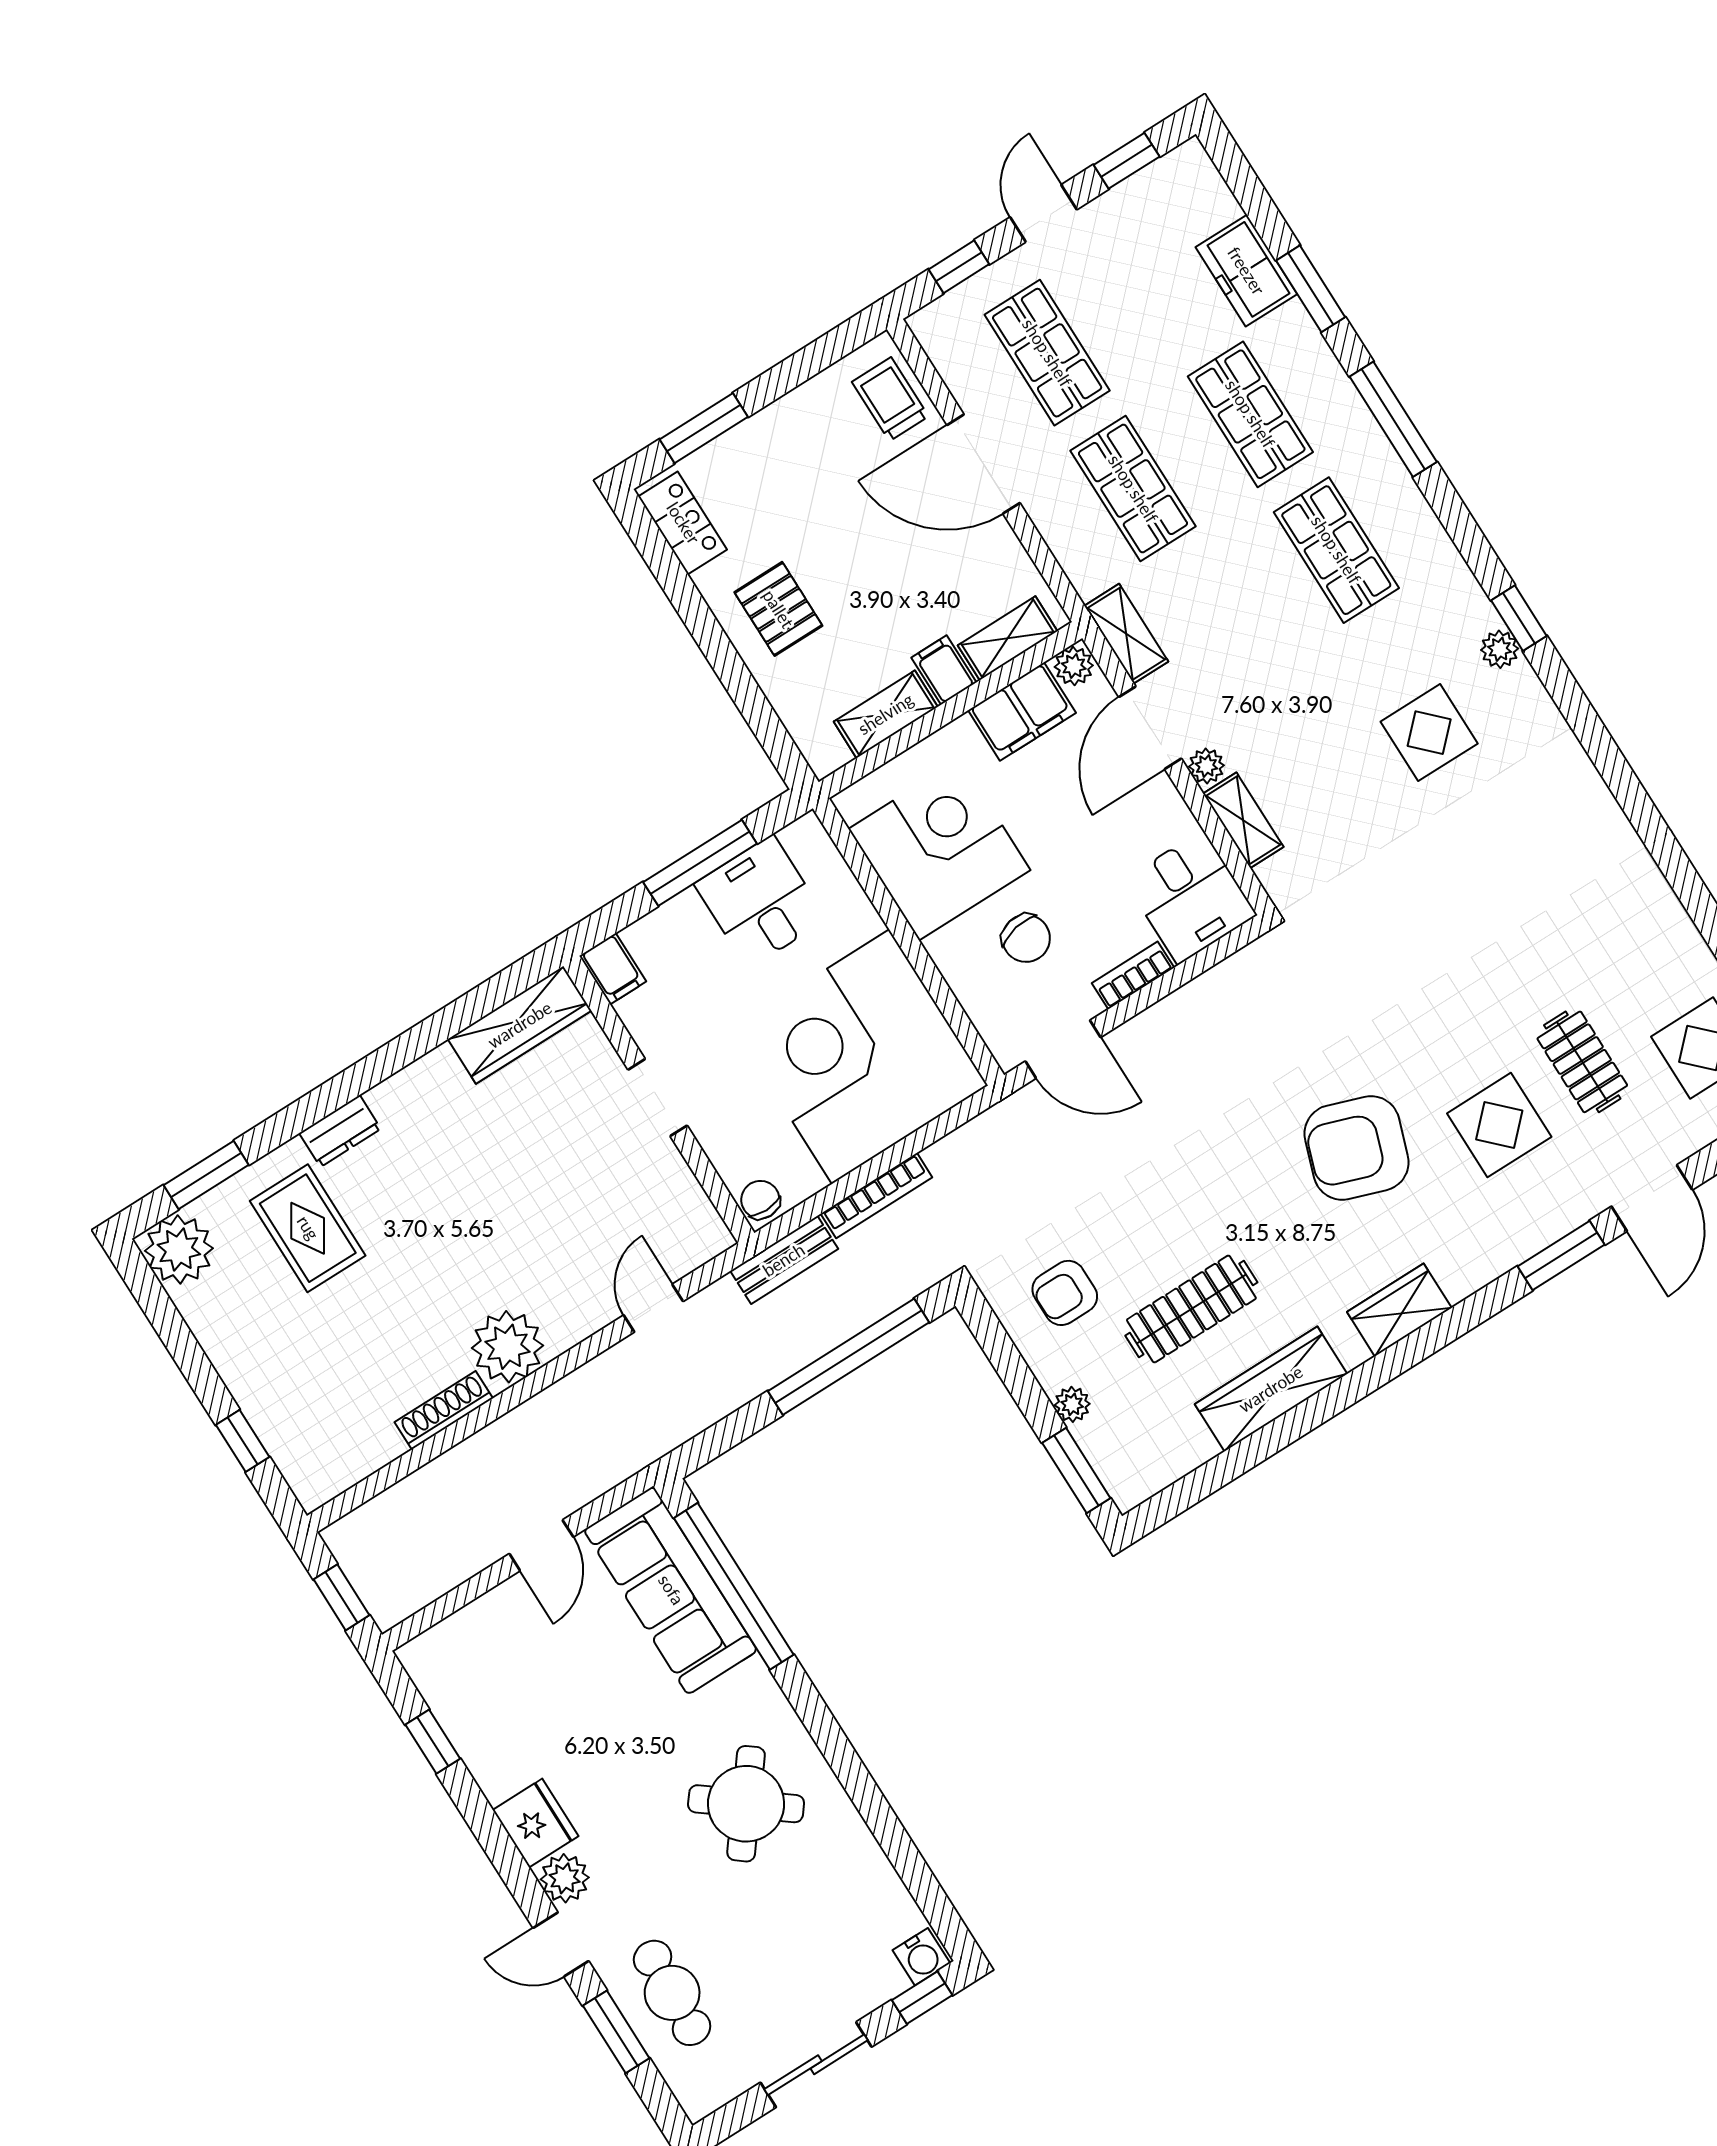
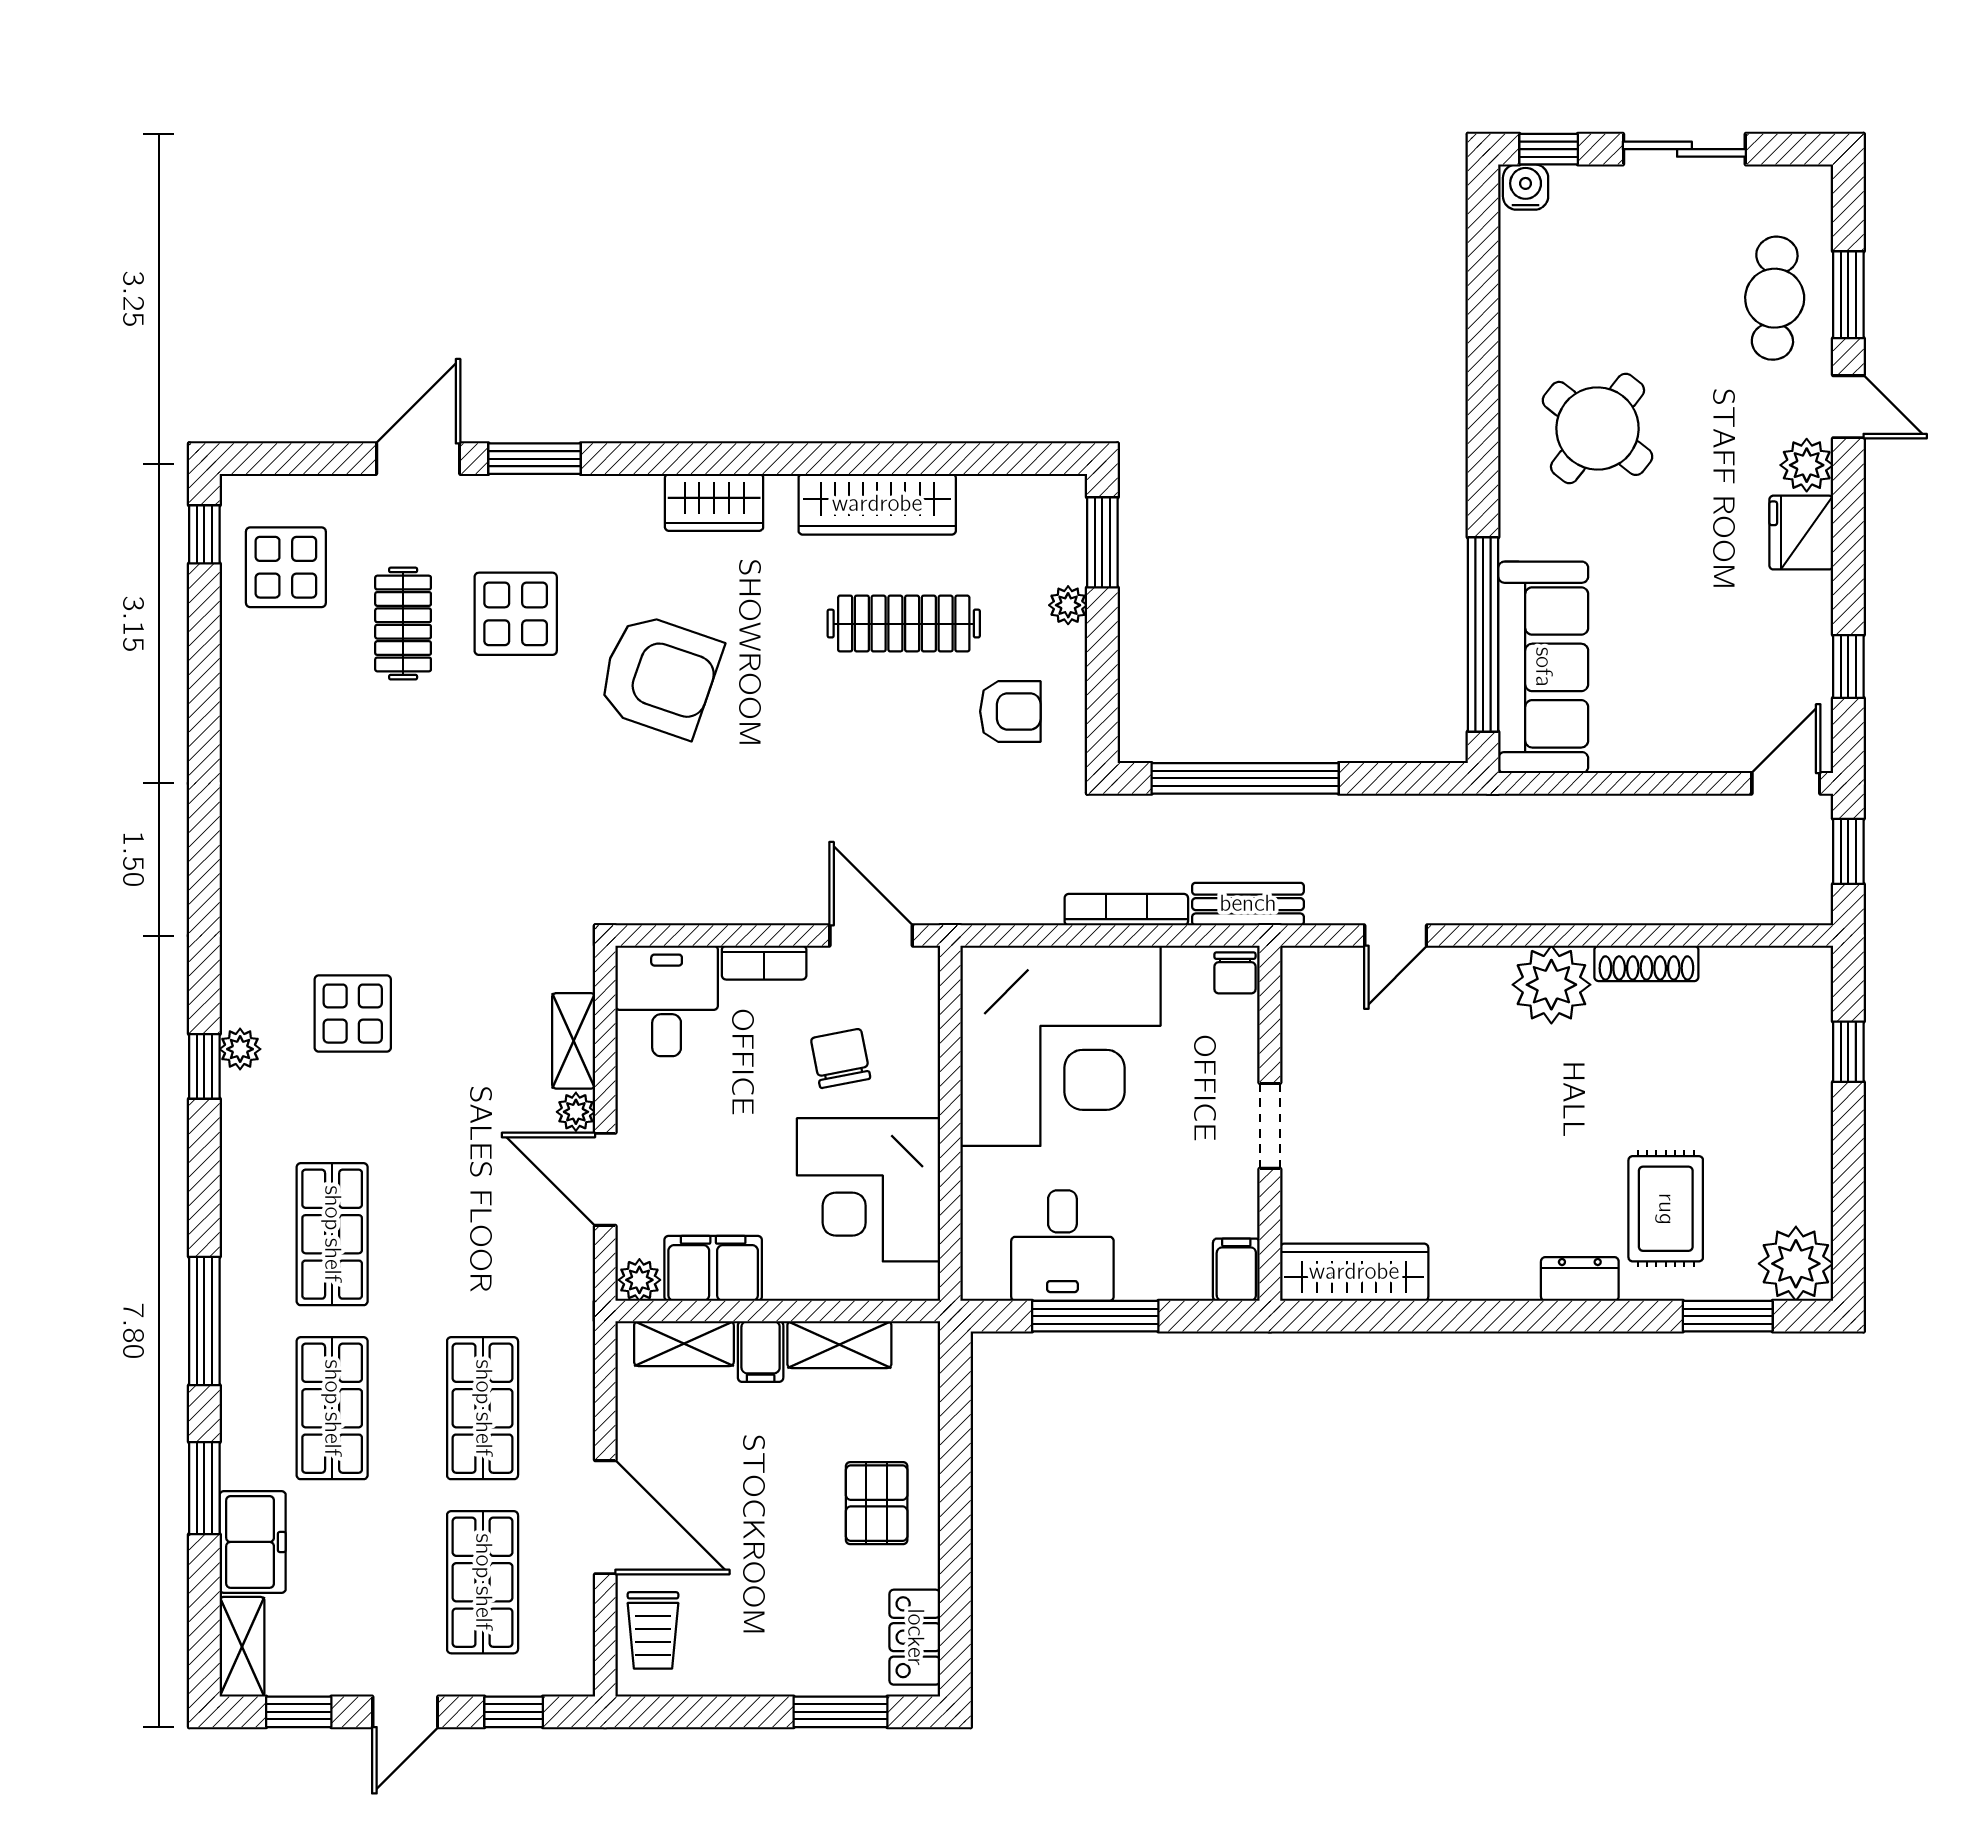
shelving: (1126, 634) -> (242, 1647), moved
door: (1150, 728) -> (605, 1179), swing flipped
door: (541, 1545) -> (1786, 783), moved

